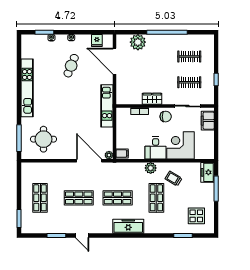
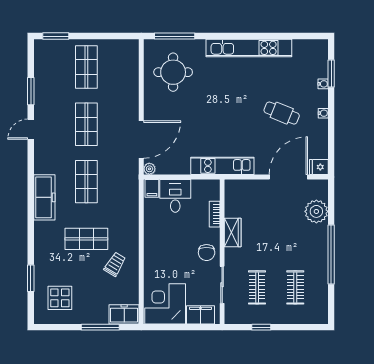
fridge: (97, 41) -> (319, 167), moved
corner desk: (181, 145) -> (165, 304), moved, turned -90
desk: (156, 148) -> (175, 196), moved, turned 90
plant: (151, 168) -> (131, 230), removed
shop shelf: (40, 198) -> (86, 67), turned 90

